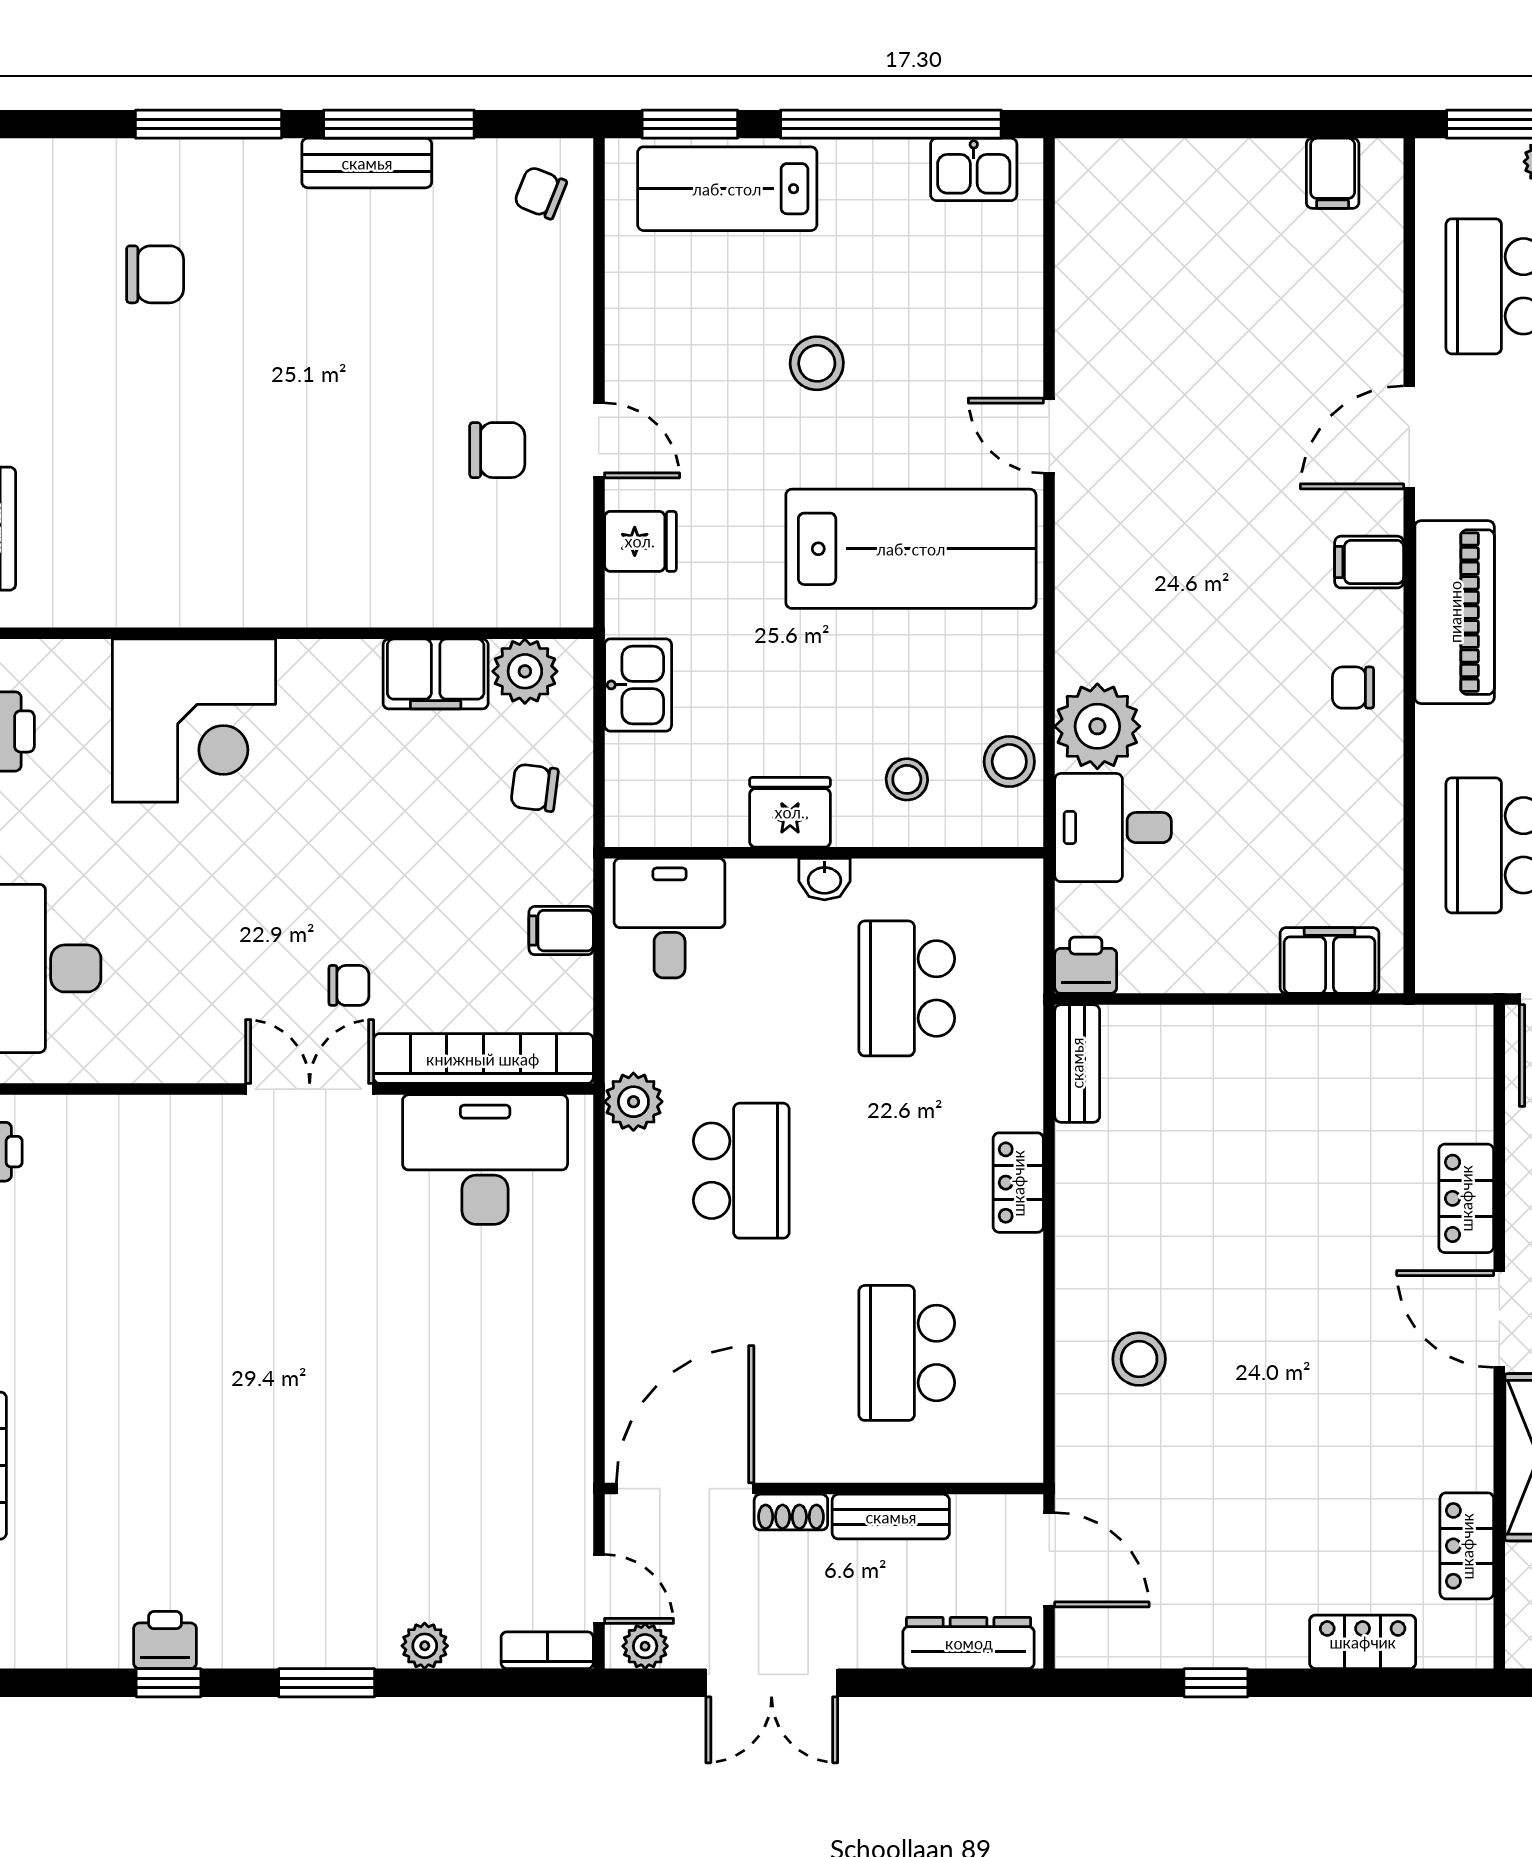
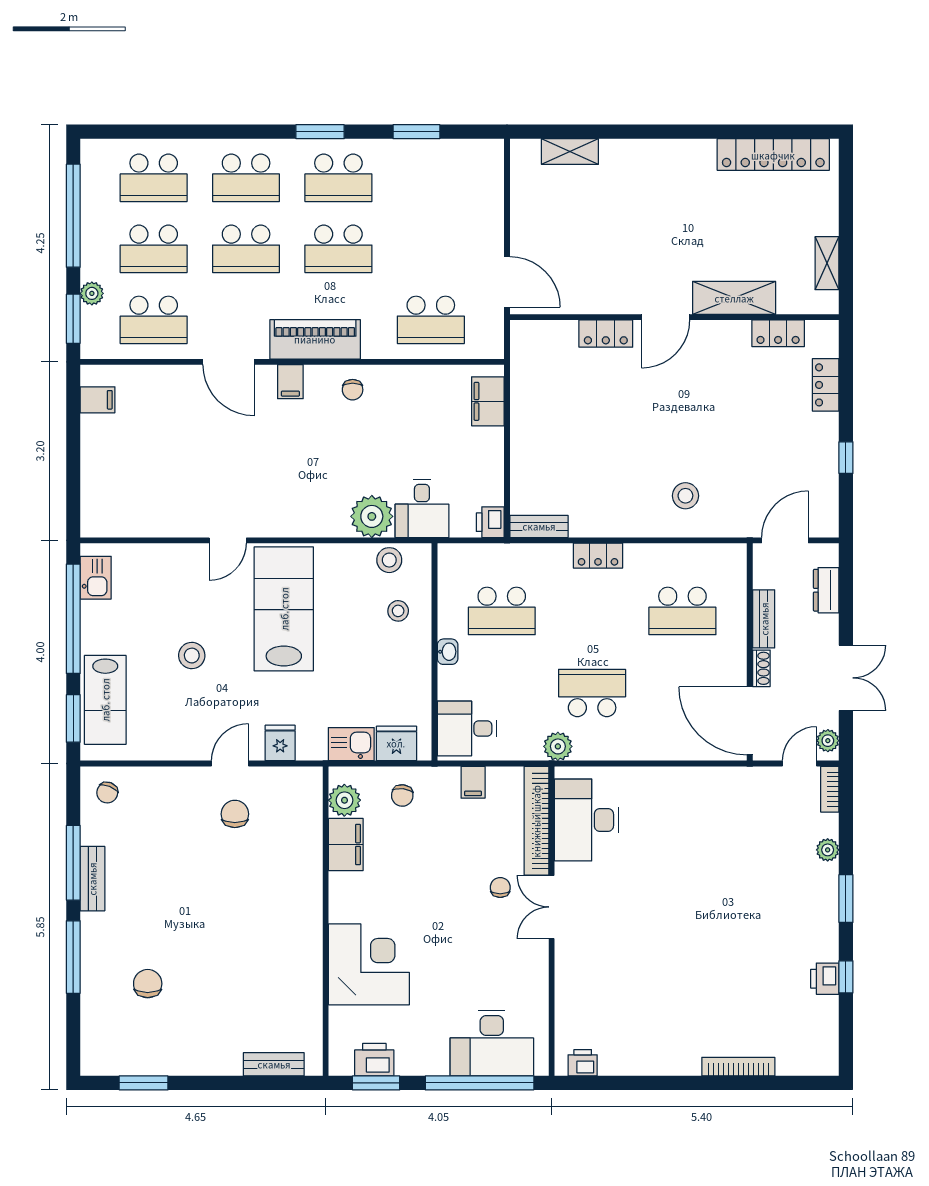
fridge: (790, 812) -> (396, 743), moved, turned 90
dresser: (969, 1643) -> (826, 590), width x0.70

